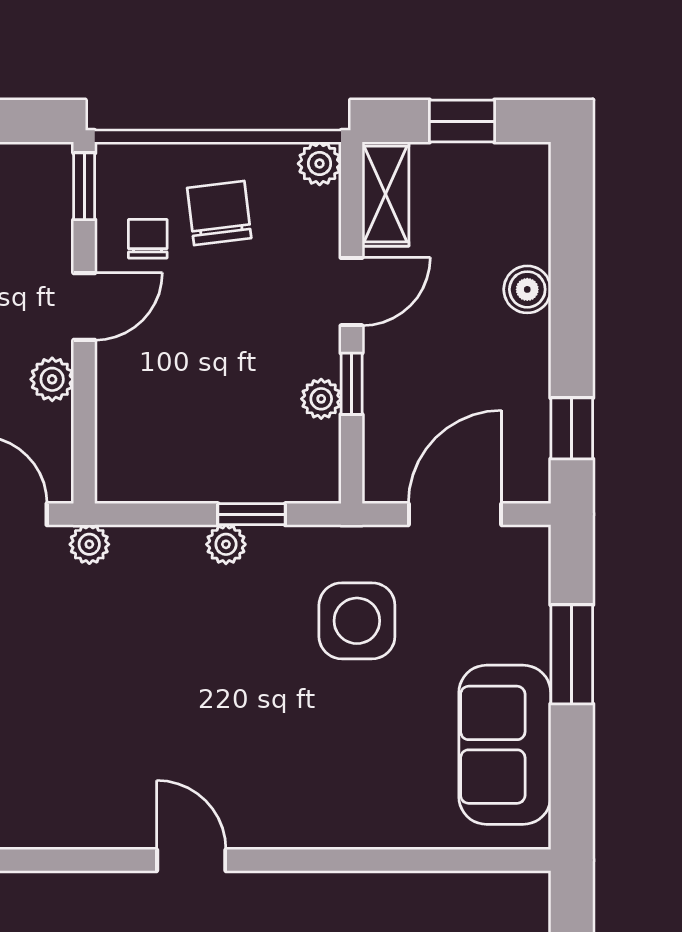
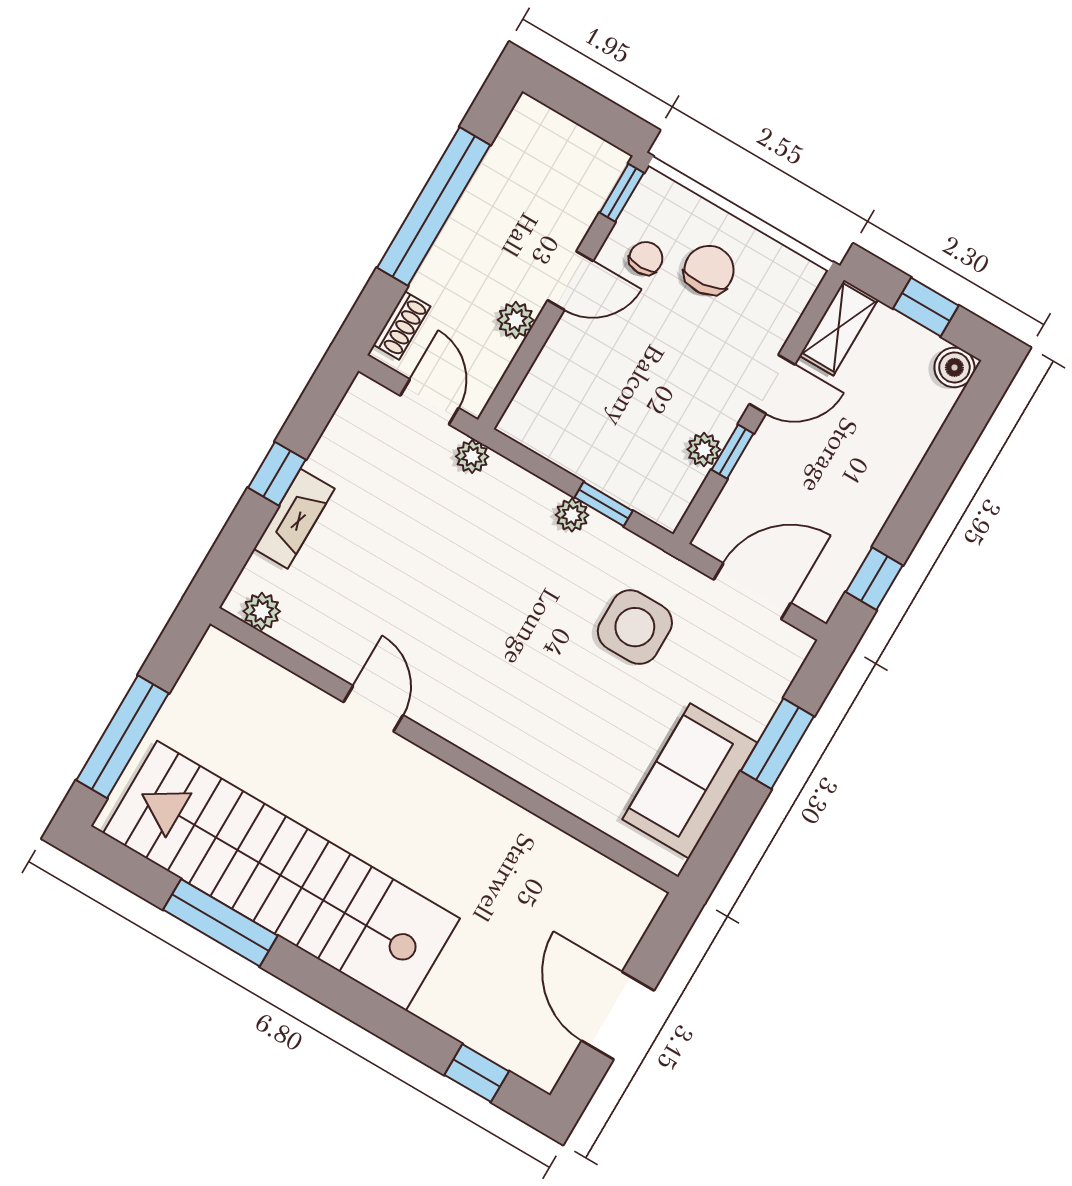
plant: (320, 164) -> (804, 277), removed
boiler: (527, 289) -> (954, 367), moved
door: (191, 860) -> (373, 709), moved

